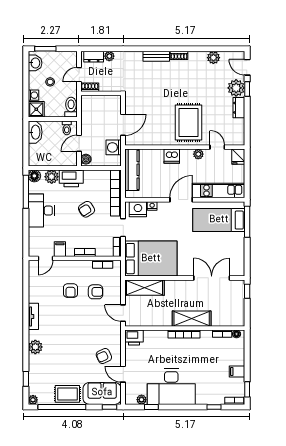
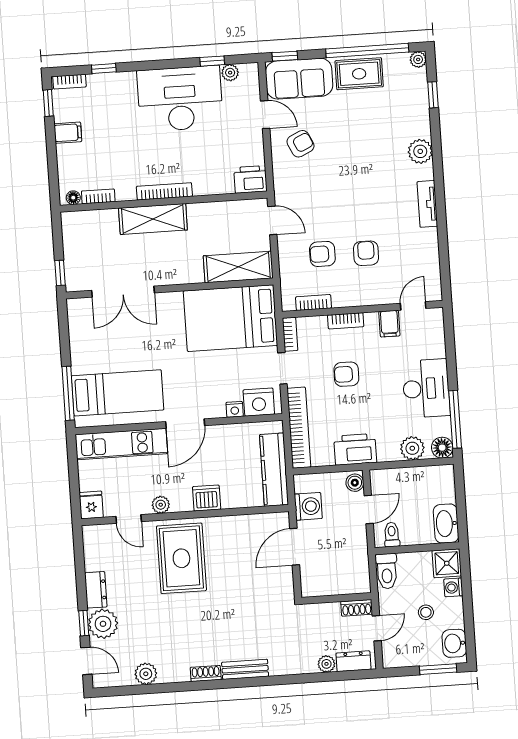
printer: (71, 178) -> (355, 449), moved
armchair: (87, 209) -> (346, 374), moved, turned -147

